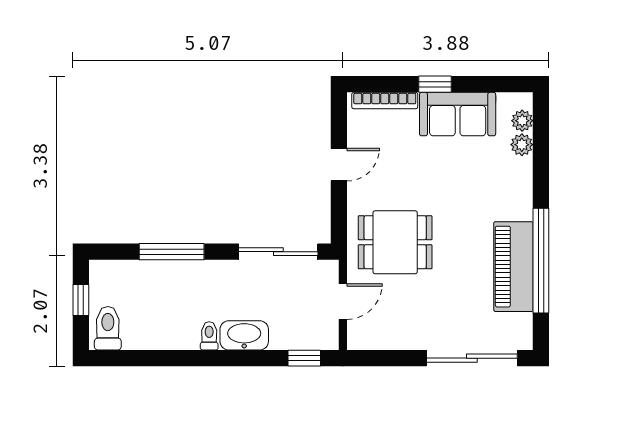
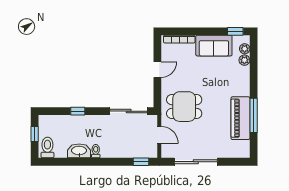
window: (435, 84) -> (235, 31), moved
window: (172, 252) -> (78, 111), width x0.46
window: (541, 261) -> (254, 115), width x0.68
door: (343, 302) -> (159, 135), hinge flipped
washbasin: (244, 335) -> (79, 151), moved
sliding door: (472, 358) -> (196, 162), moved

